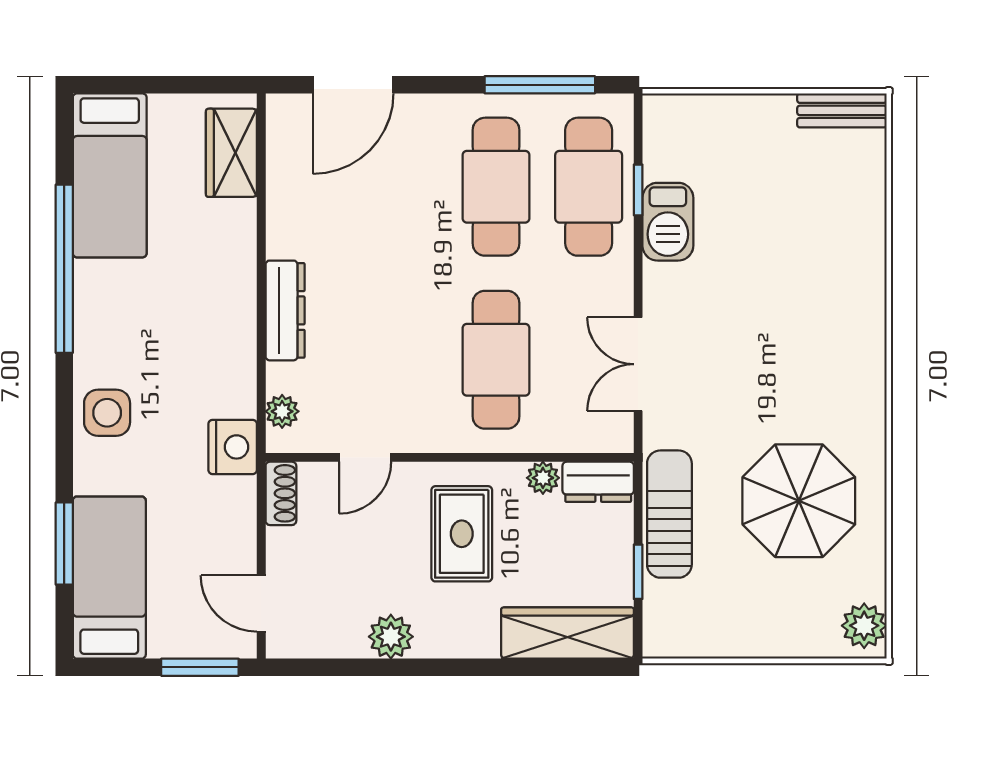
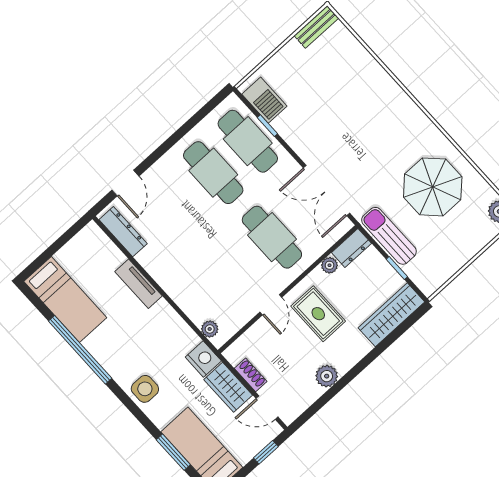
door: (353, 85) -> (125, 183), width x0.73
window: (540, 85) -> (195, 120), removed
wardrobe: (231, 153) -> (228, 387), moved
barbecue: (668, 222) -> (264, 100), moved
tv unit: (238, 250) -> (138, 284), added
dresser: (285, 310) -> (123, 232), moved
double door: (638, 364) -> (326, 191), width x1.37
door: (365, 457) -> (271, 305), moved
shoe rack: (281, 493) -> (251, 375), moved
window: (200, 667) -> (266, 452), width x0.67

